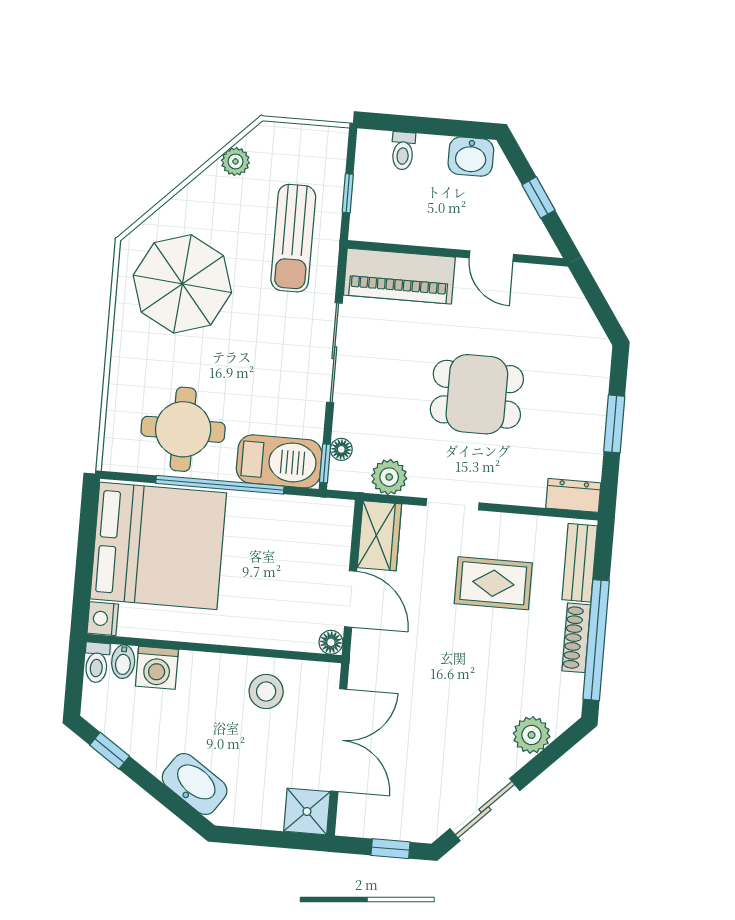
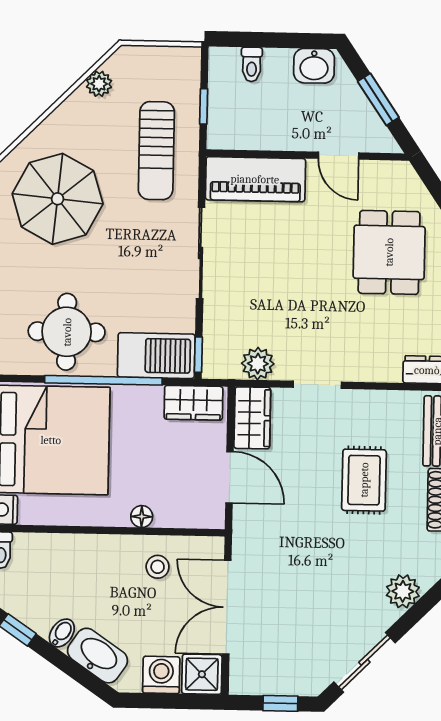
window: (538, 198) -> (378, 99), width x1.50
dining table: (477, 394) -> (389, 252), moved, turned 90
floor lamp: (341, 449) -> (212, 341), removed
wardrobe: (316, 515) -> (193, 403), added
rug: (493, 583) -> (364, 480), moved, turned 90
floor lamp: (331, 642) -> (142, 517), moved
bidet: (123, 662) -> (62, 633), moved, turned -146
washing machine: (157, 668) -> (161, 675), moved, turned 180
stool: (266, 691) -> (158, 567), width x0.73, depth x0.73
double door: (339, 740) -> (227, 607), swing flipped

